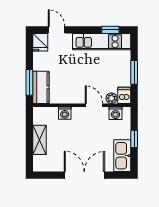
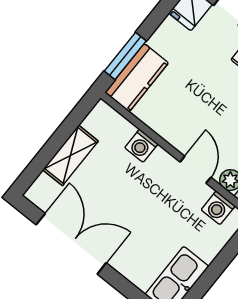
window: (134, 139) -> (215, 269), removed
double door: (84, 175) -> (71, 244), moved

